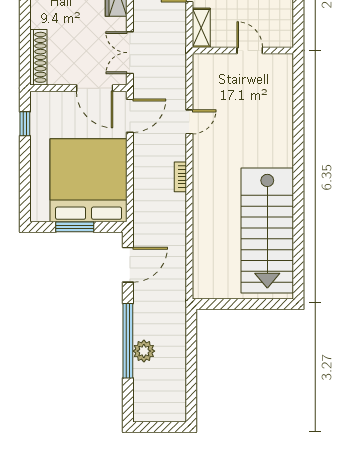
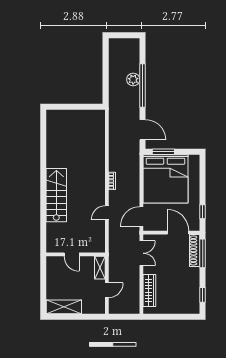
window: (25, 52) -> (203, 253), added
door: (95, 88) -> (178, 233), moved
window: (75, 227) -> (163, 152), moved
stairs: (267, 231) -> (56, 195), moved, width x0.73, depth x0.66
door: (128, 265) -> (143, 130), swing flipped

